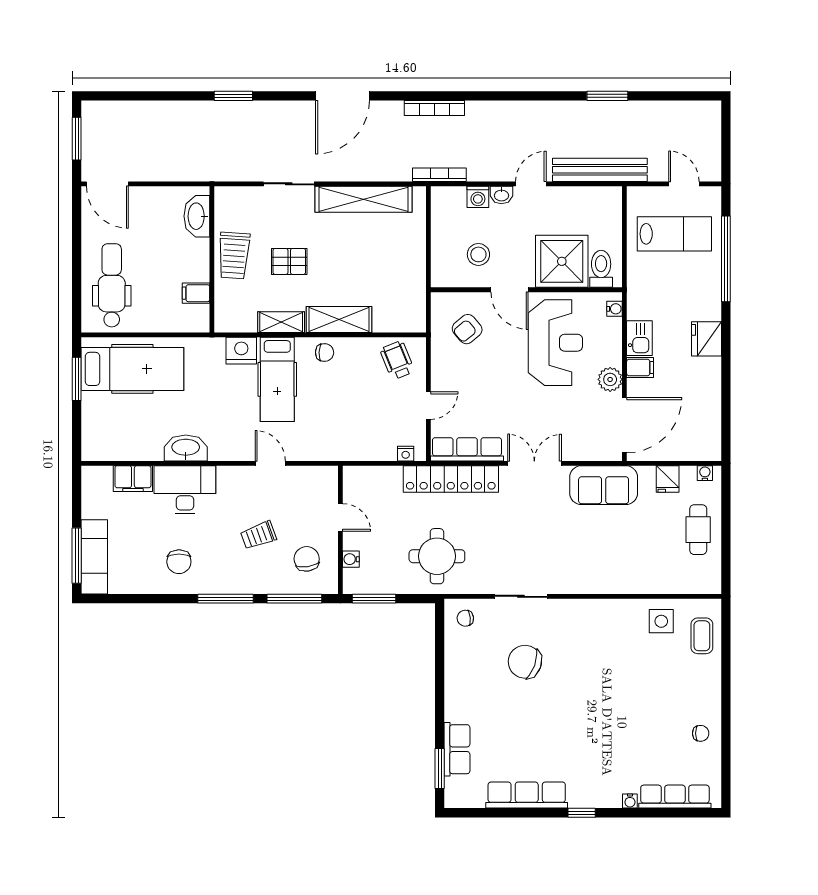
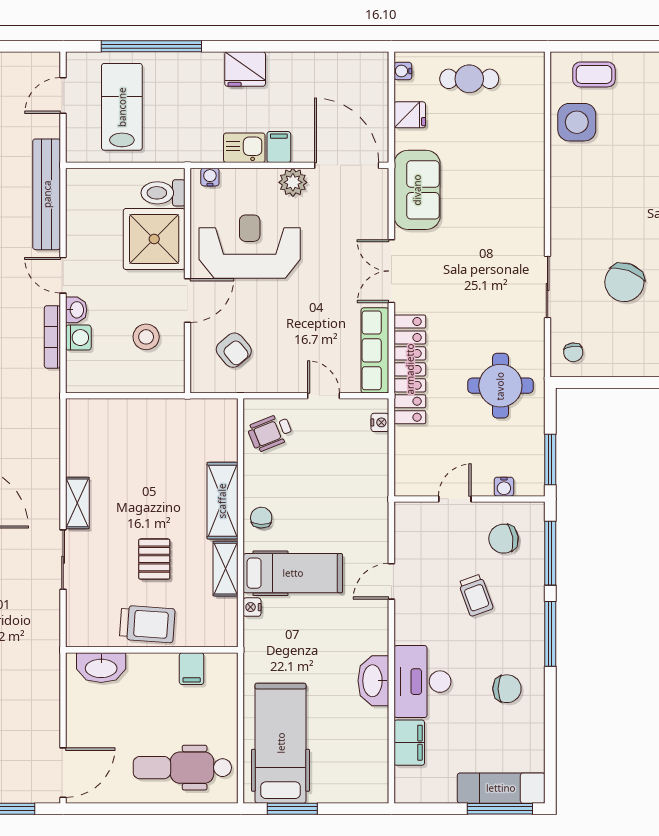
bookcase: (439, 175) -> (52, 337), moved
shelving: (363, 199) -> (77, 503), width x0.45, depth x0.75
nightstand: (241, 351) -> (252, 607), width x0.53, depth x0.56
side table: (661, 621) -> (577, 122), width x1.37, depth x1.37

